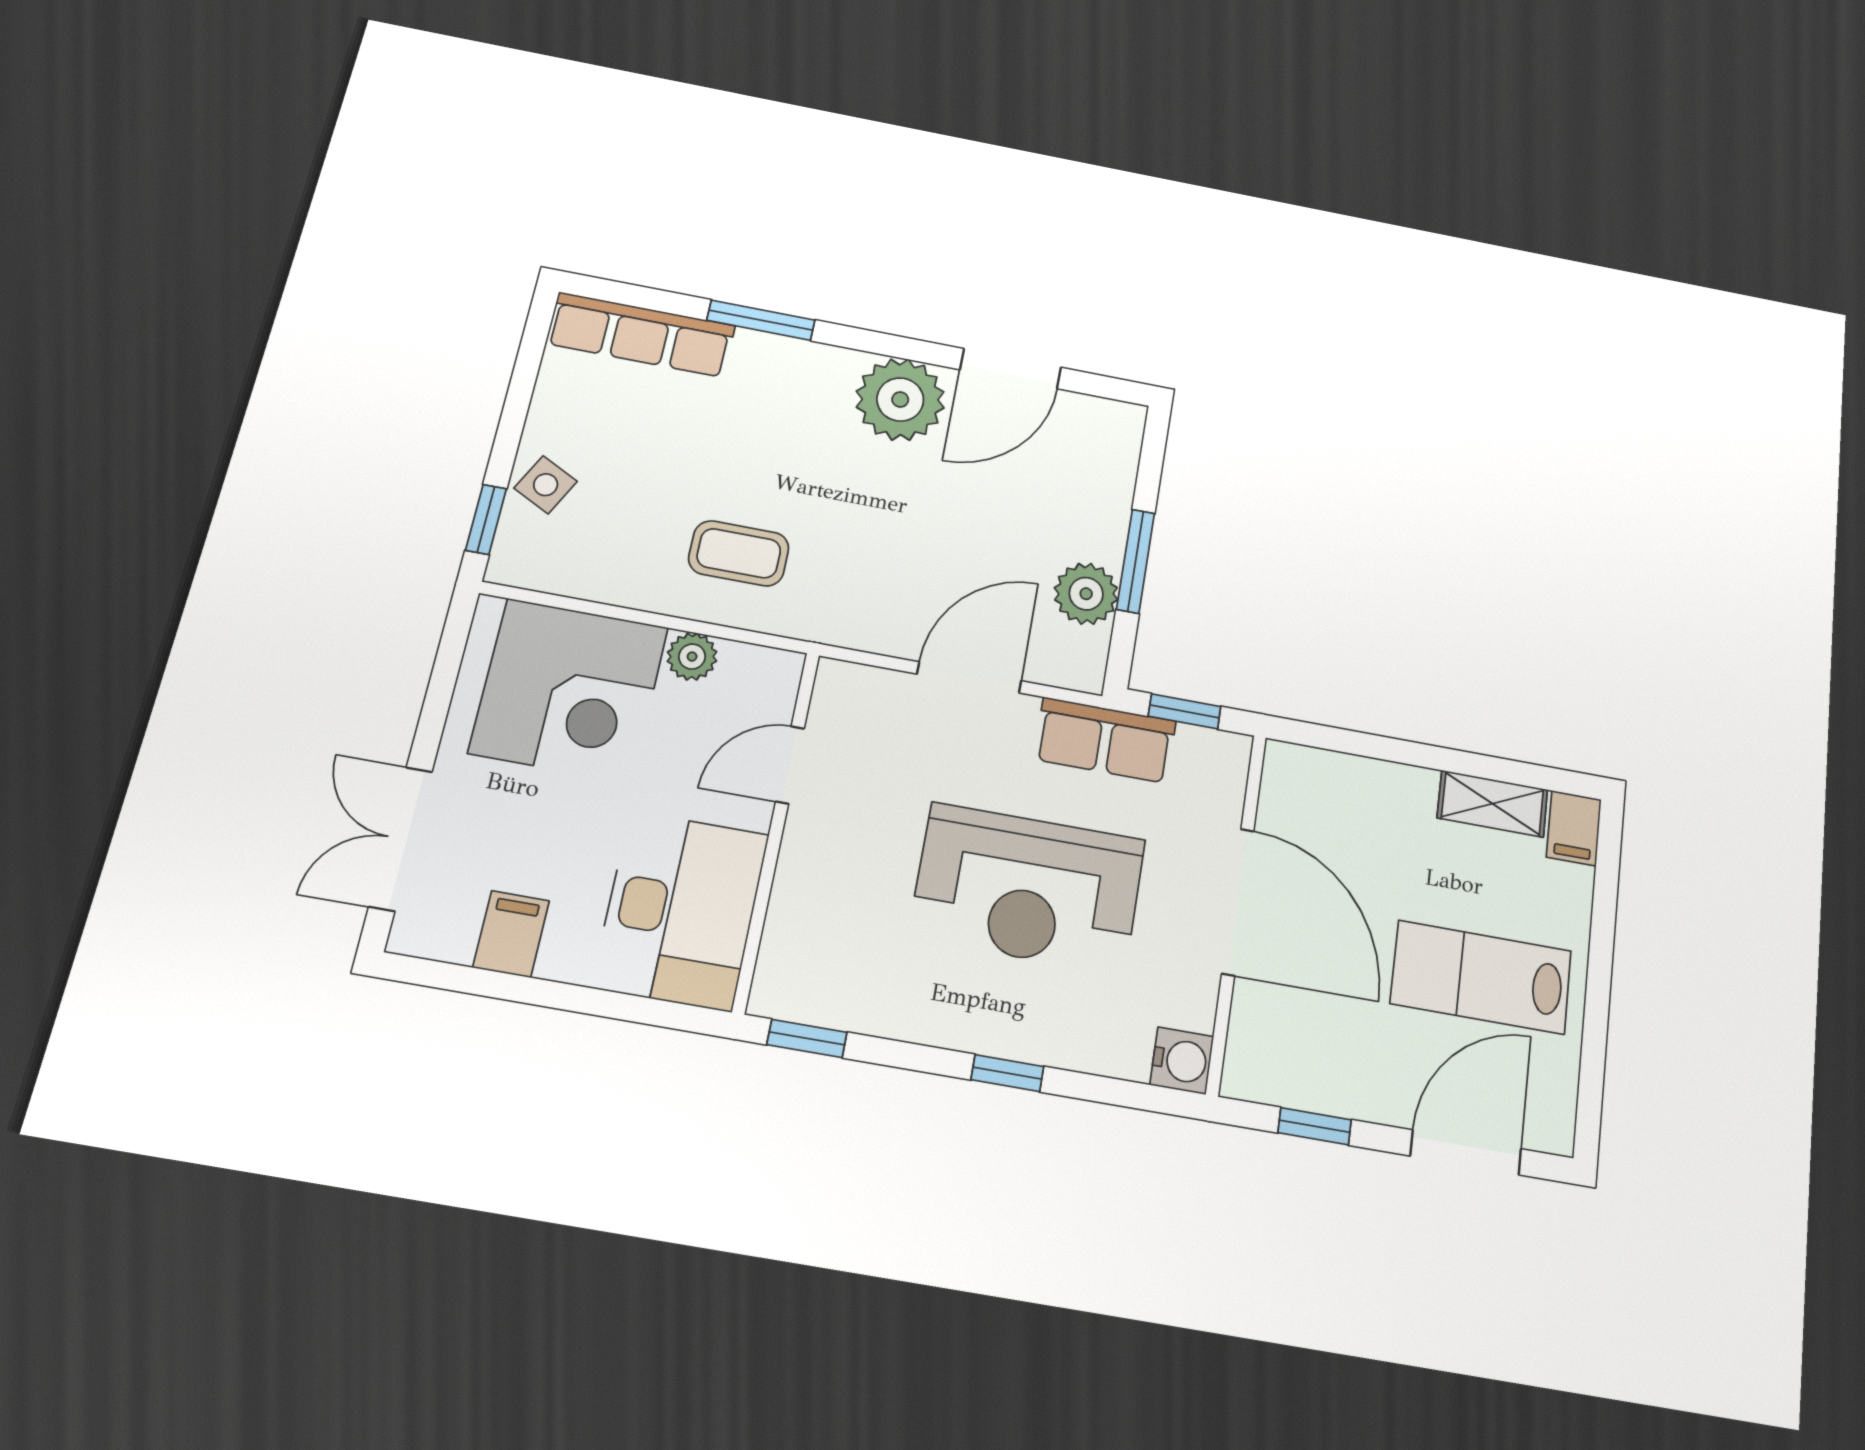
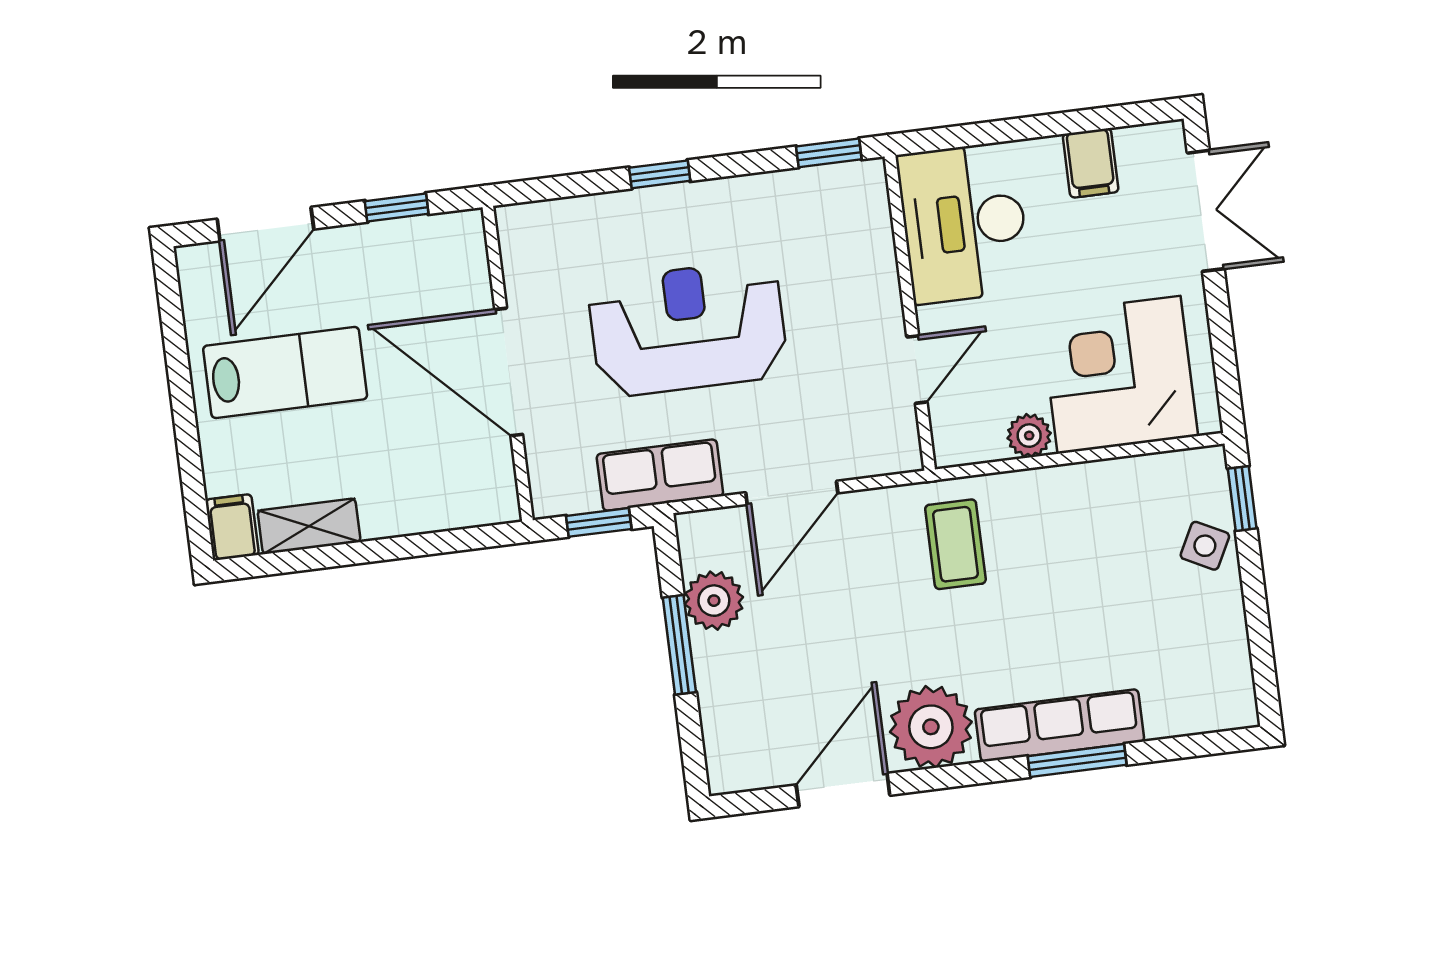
row of seats: (641, 335) -> (1059, 725), moved
coffee table: (739, 553) -> (955, 544), moved, turned 90
water cooler: (1182, 1061) -> (520, 227), removed

